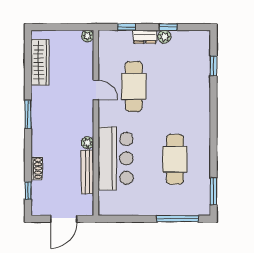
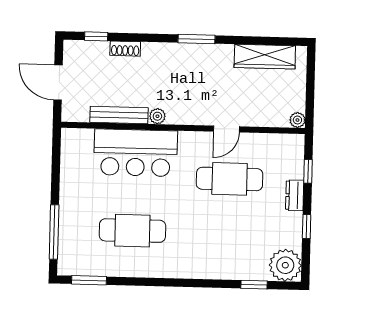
plant: (164, 37) -> (285, 265), moved, width x1.87, depth x1.87

